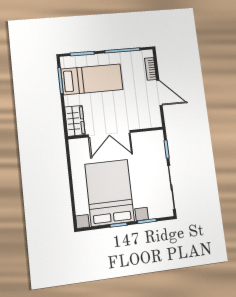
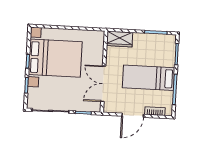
bed: (92, 79) -> (149, 78), moved, turned 90
double door: (109, 134) -> (103, 84), moved

